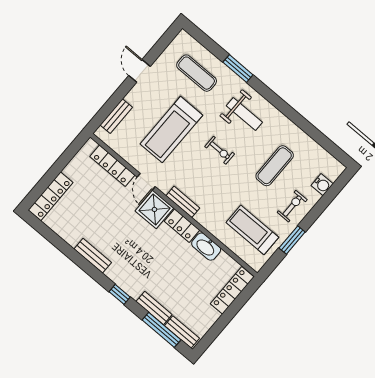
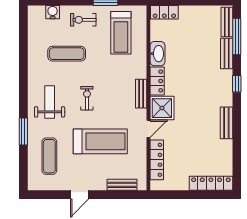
locker: (232, 290) -> (164, 12), width x0.66

